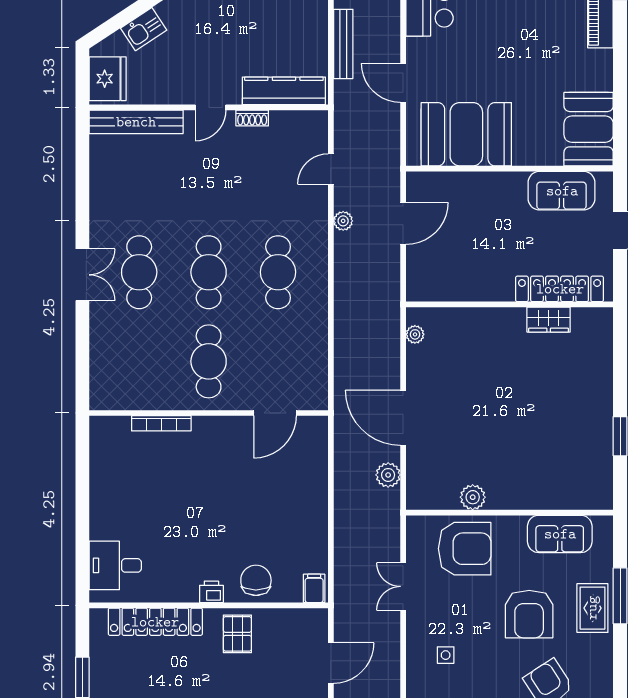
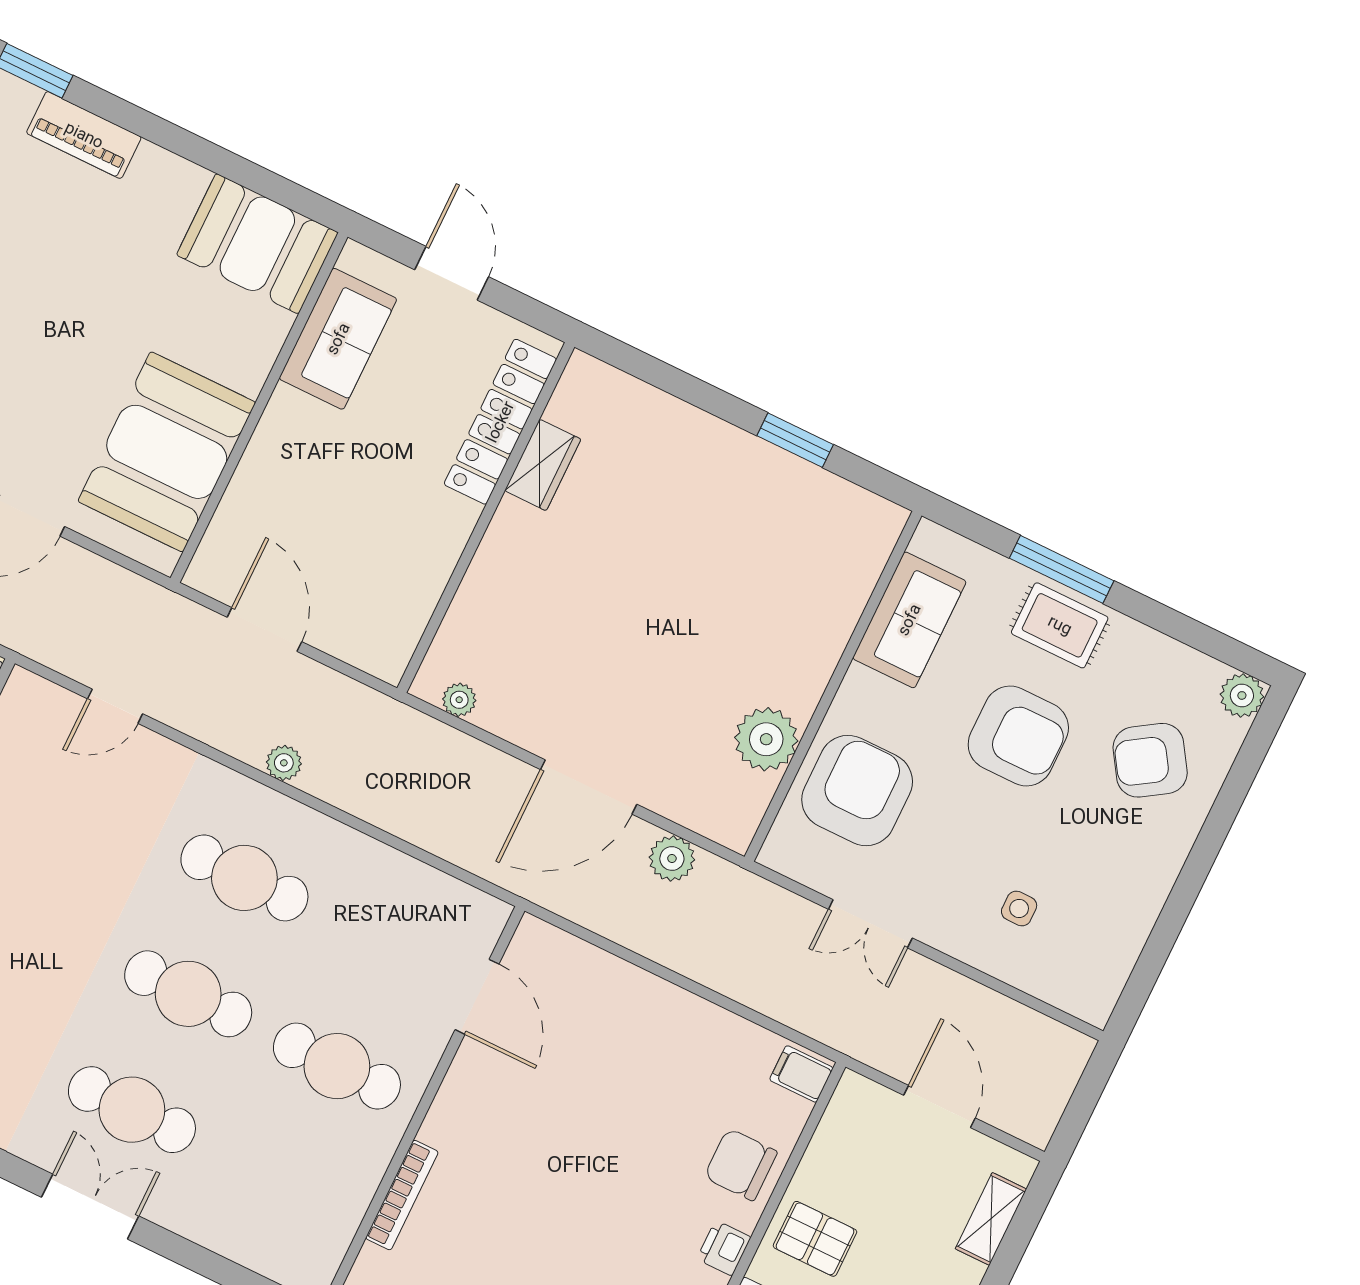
door: (331, 169) -> (115, 706), hinge flipped
plant: (343, 221) -> (284, 763), moved
plant: (473, 497) -> (766, 739), width x1.36, depth x1.36

